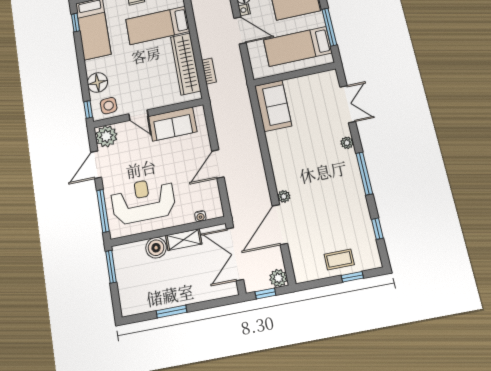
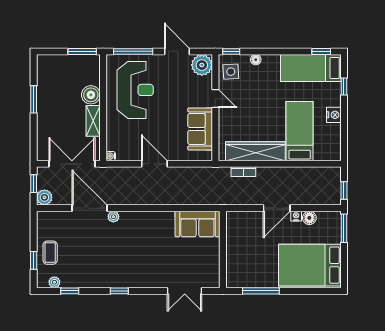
bed: (298, 46) -> (249, 258), removed
floor lamp: (97, 83) -> (256, 60), width x0.53, depth x0.53
door: (139, 115) -> (215, 99), swing flipped
plant: (347, 143) -> (54, 282), moved
window: (364, 173) -> (119, 291), width x0.46
water cooler: (200, 216) -> (111, 156), moved

